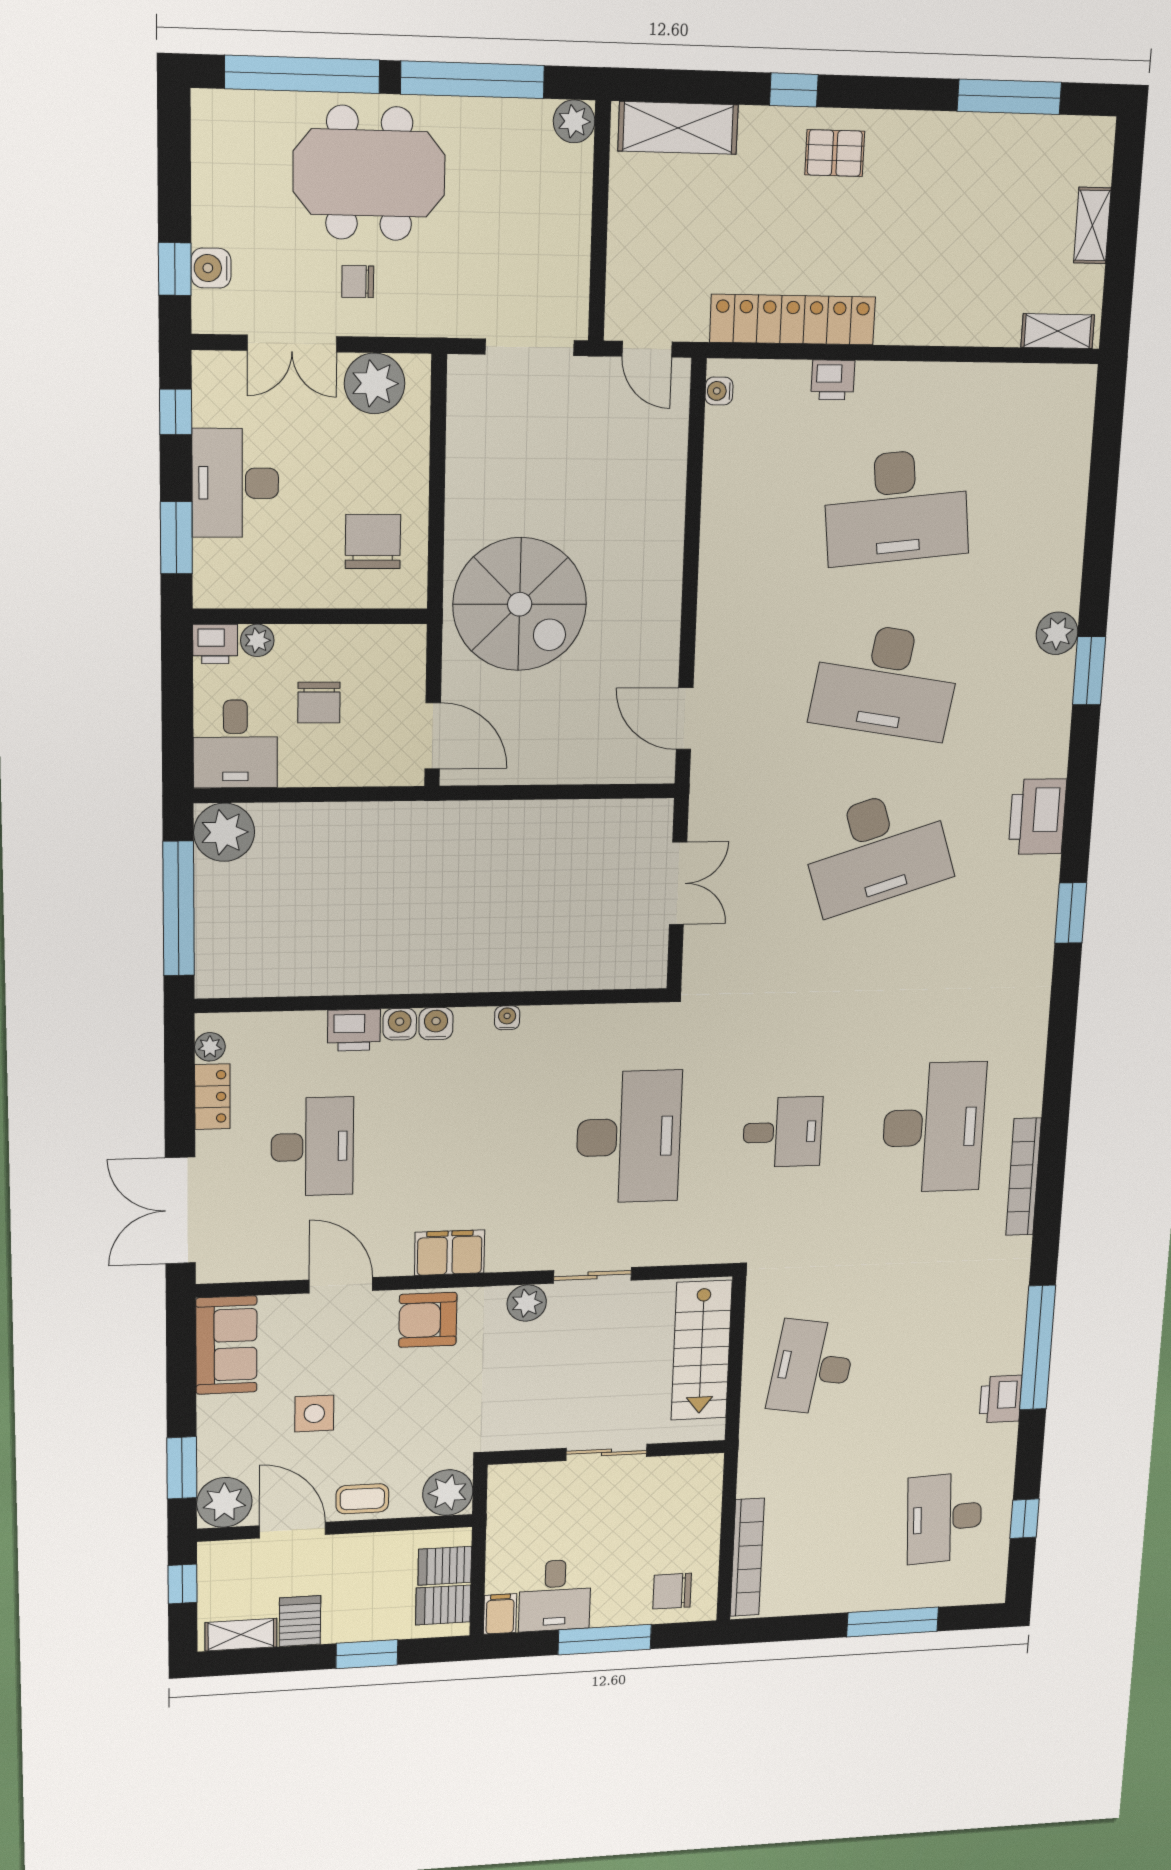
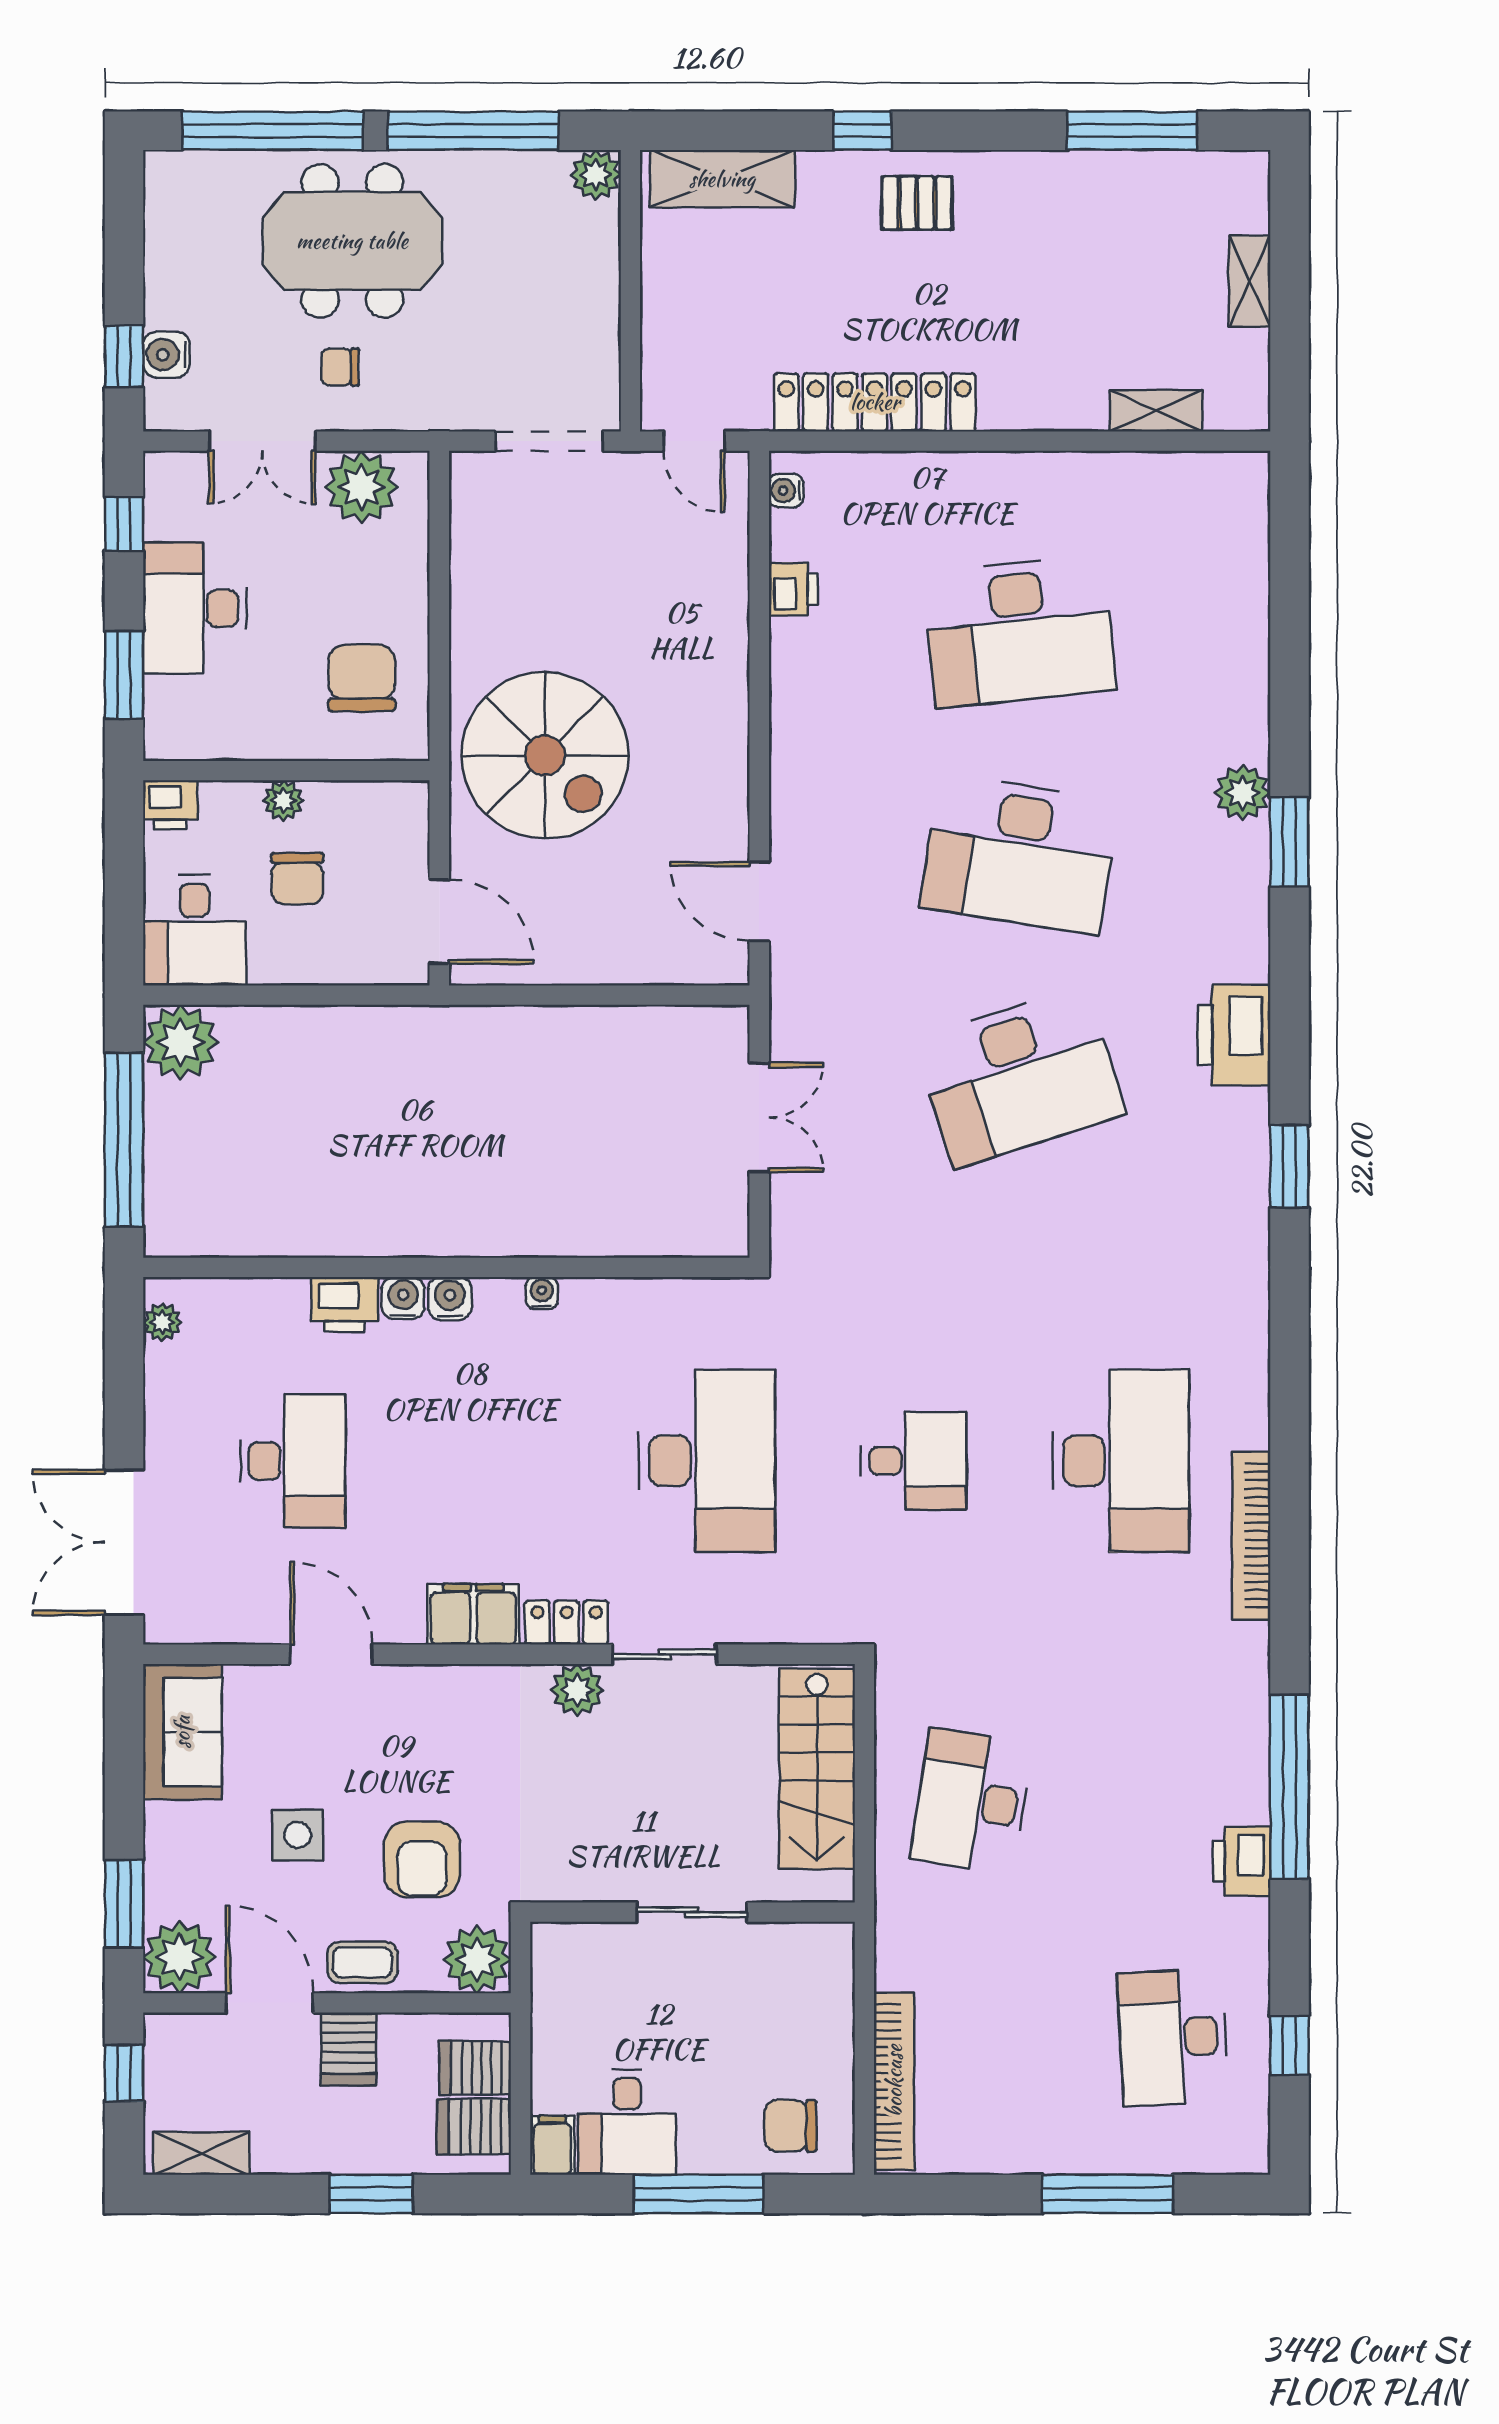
shelving: (1058, 331) -> (1156, 411), moved
printer: (833, 380) -> (793, 589), moved, turned -90
plant: (257, 640) -> (283, 800), moved
locker: (212, 1097) -> (567, 1623), moved, turned -90
armchair: (428, 1320) -> (422, 1859), moved, turned -90
server rack: (300, 1621) -> (348, 2049), moved, turned 180

